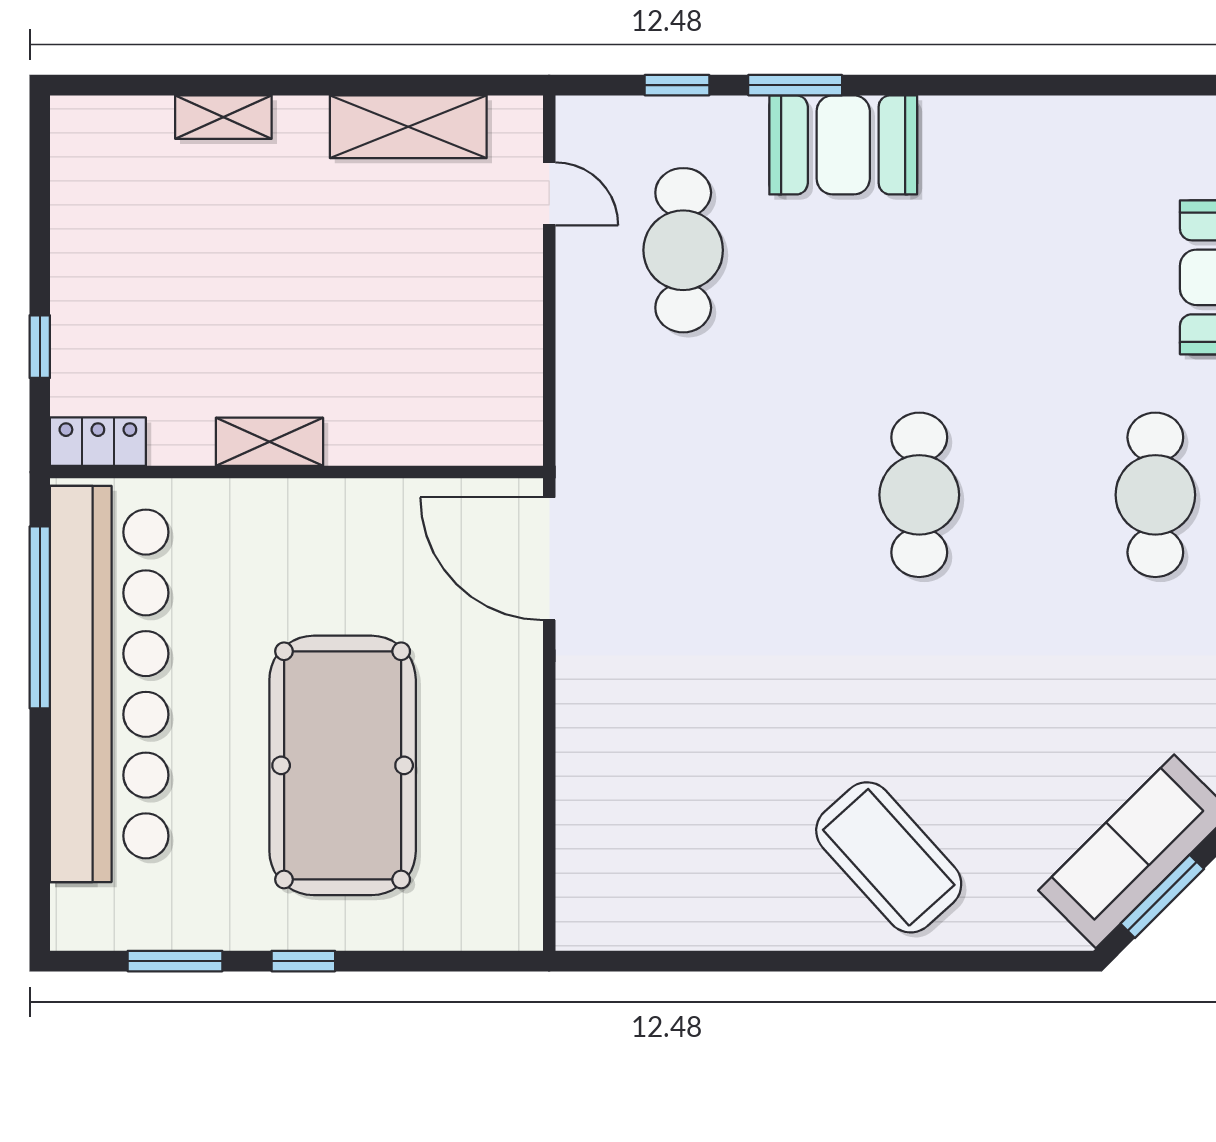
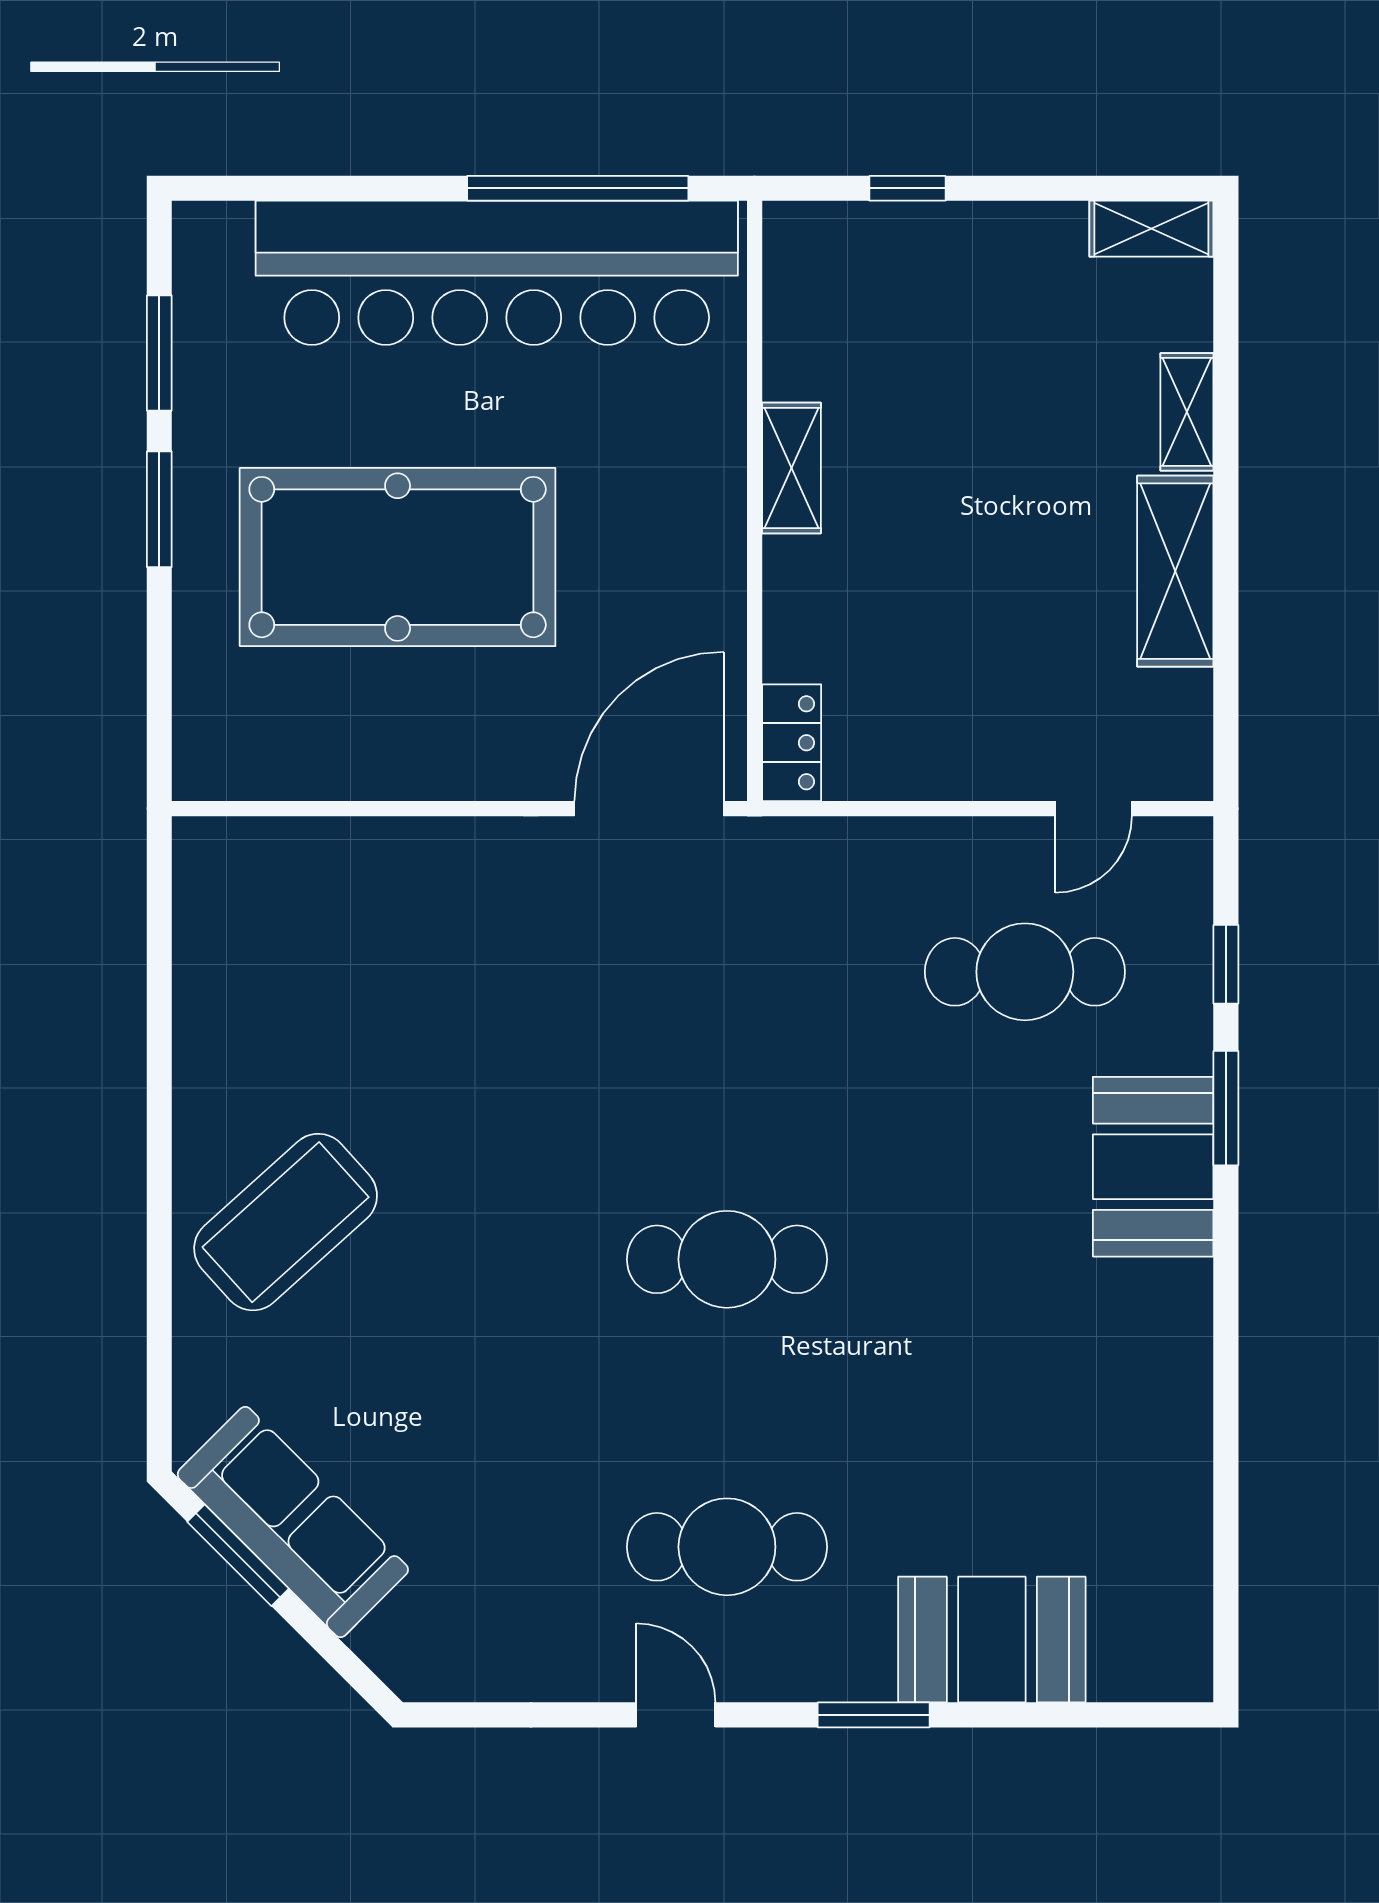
shelving: (408, 127) -> (1175, 571), moved
shelving: (73, 146) -> (1151, 229), added
locker: (98, 442) -> (792, 743), moved
window: (303, 961) -> (159, 509), width x1.50

